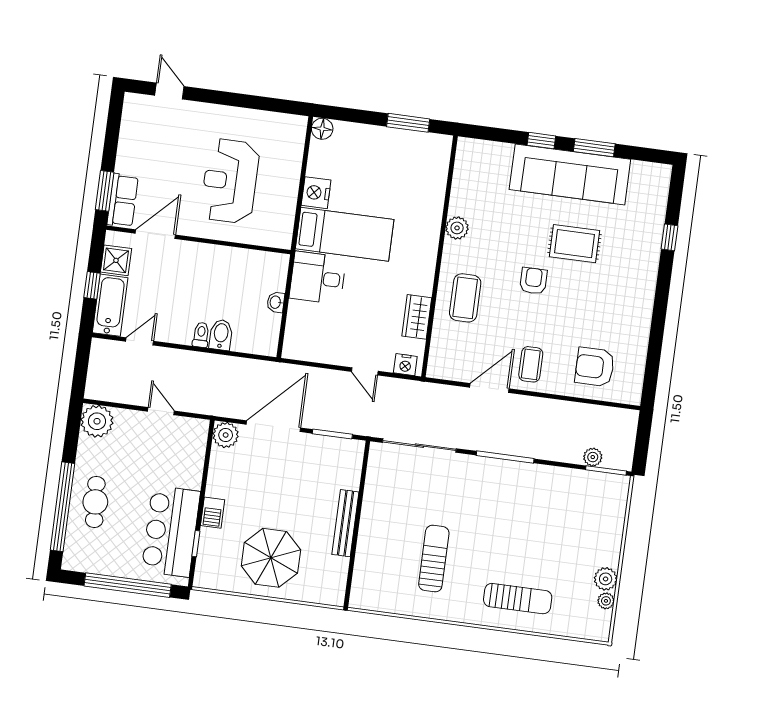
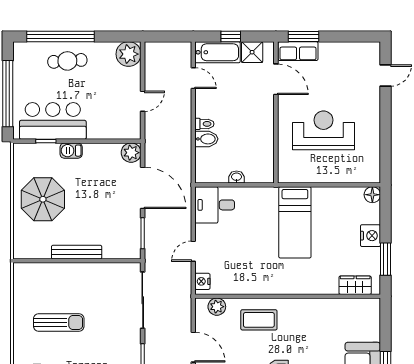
nightstand: (316, 193) -> (370, 236), moved, turned 90
plant: (457, 228) -> (217, 307), moved
desk: (318, 278) -> (215, 205), moved, turned -90
wardrobe: (417, 317) -> (355, 285), moved

